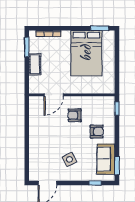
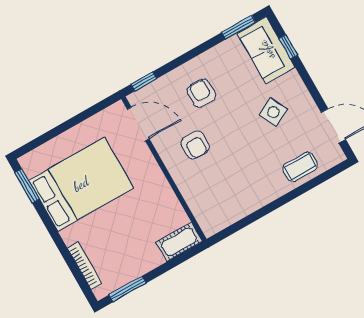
cot: (35, 64) -> (179, 242), moved
door: (54, 95) -> (138, 124), moved
coffee table: (38, 157) -> (300, 167), added
sofa: (106, 159) -> (266, 50), moved, turned 90

